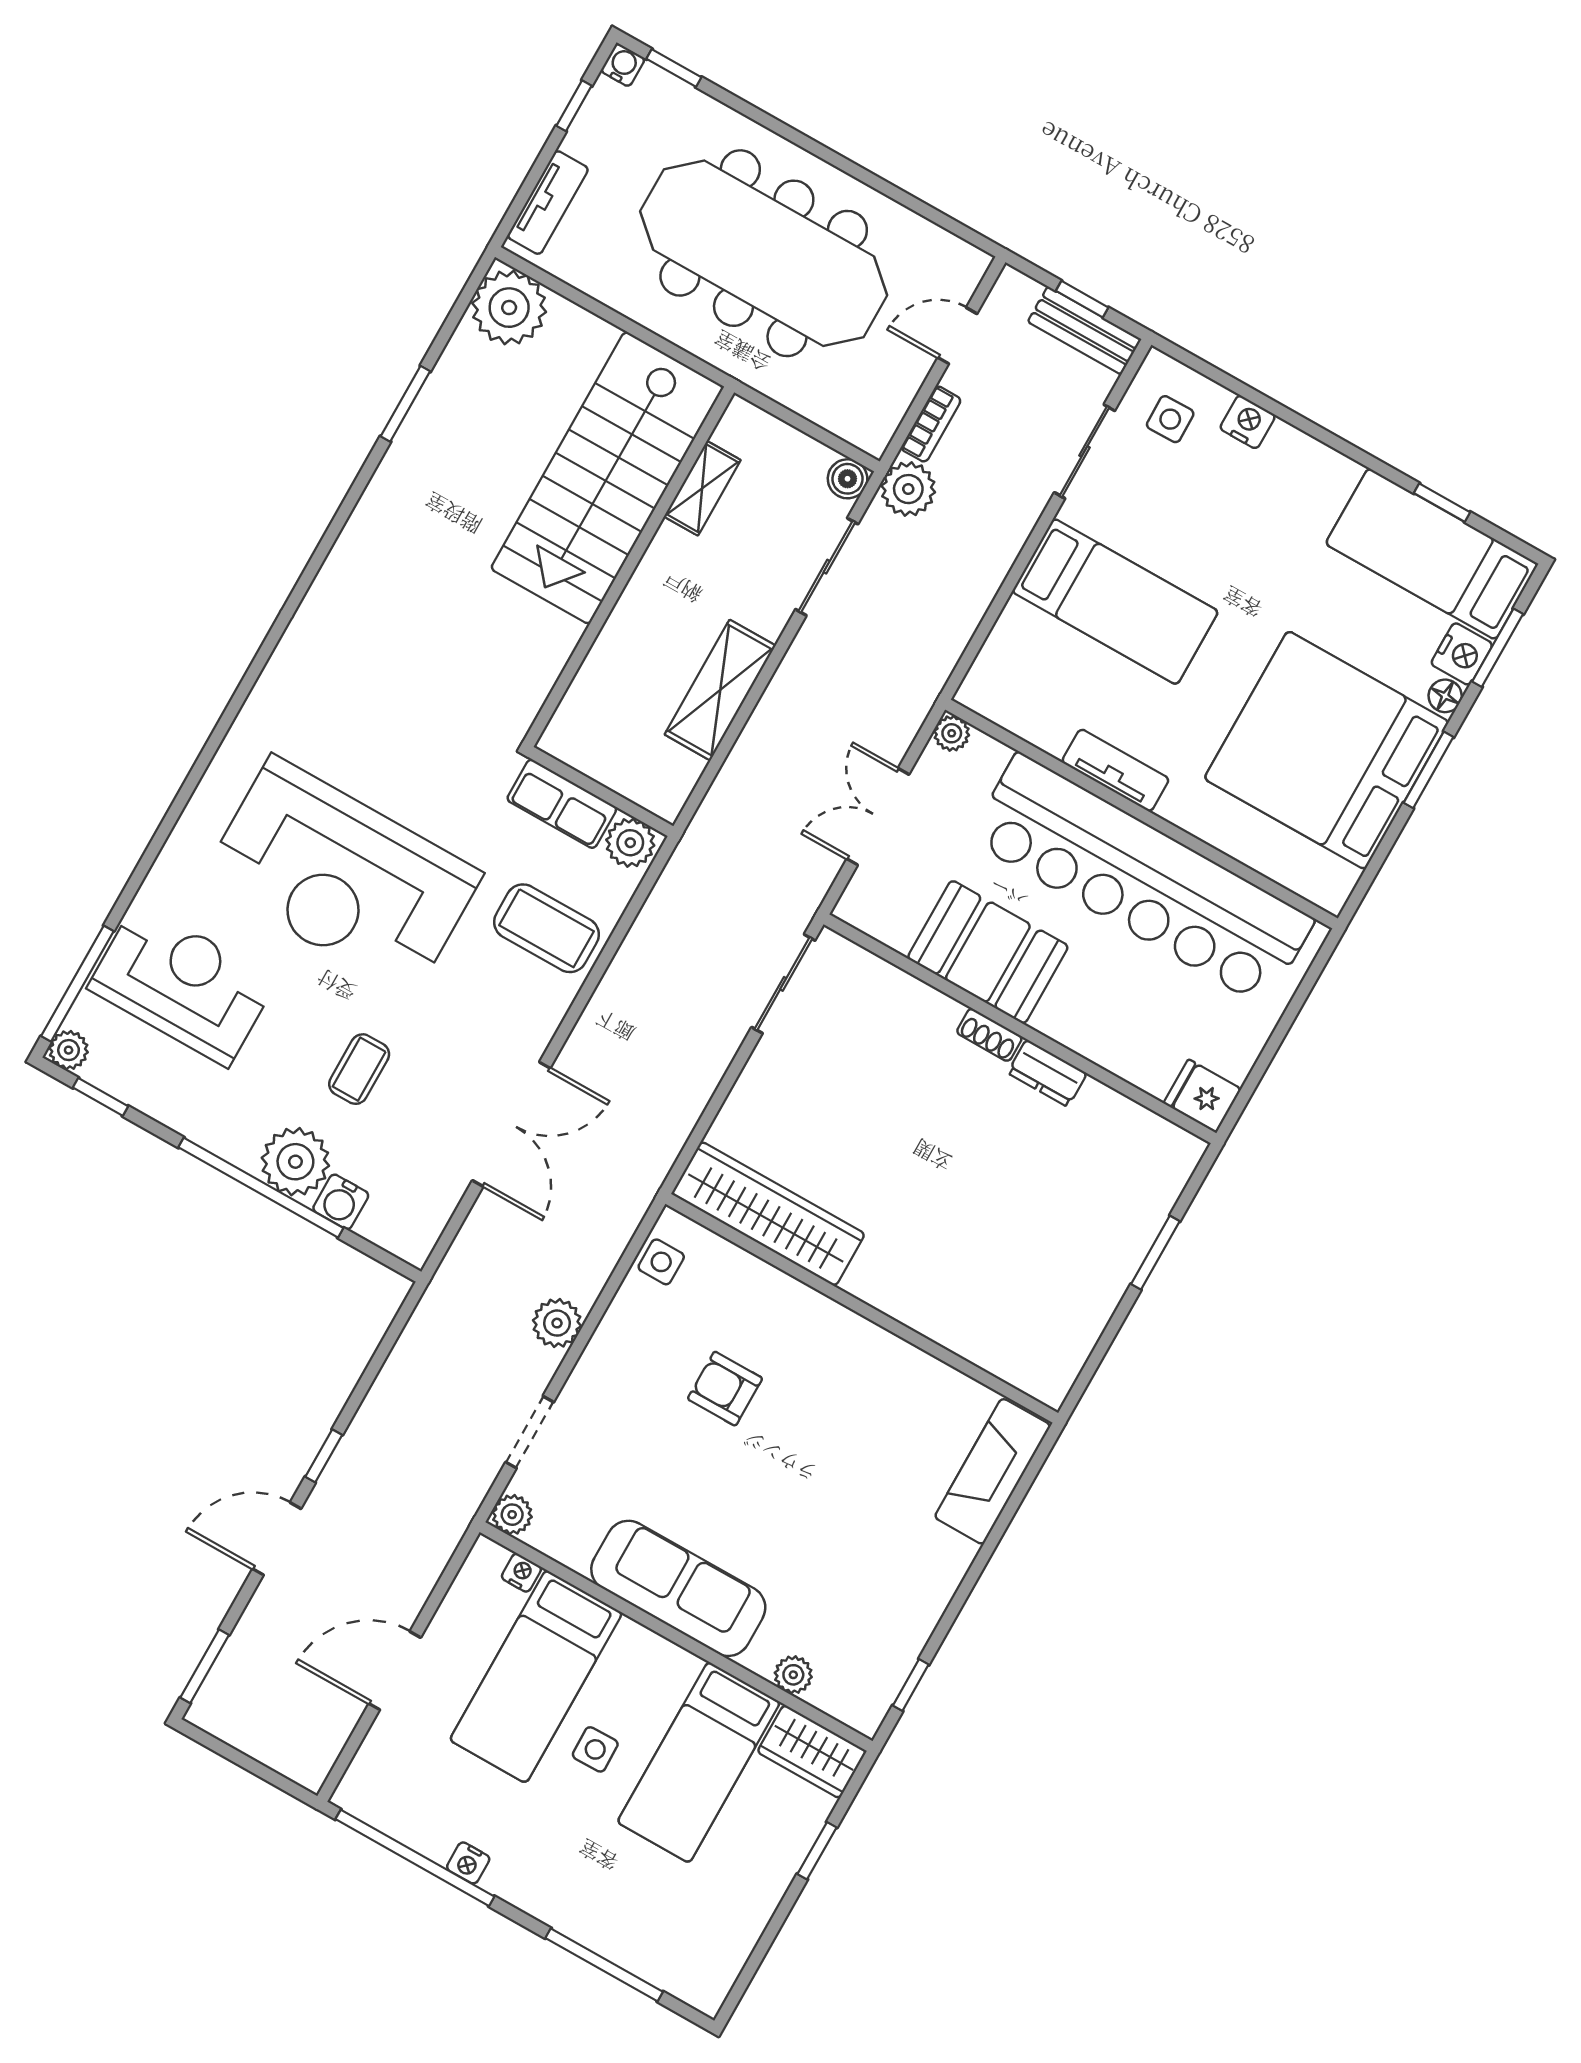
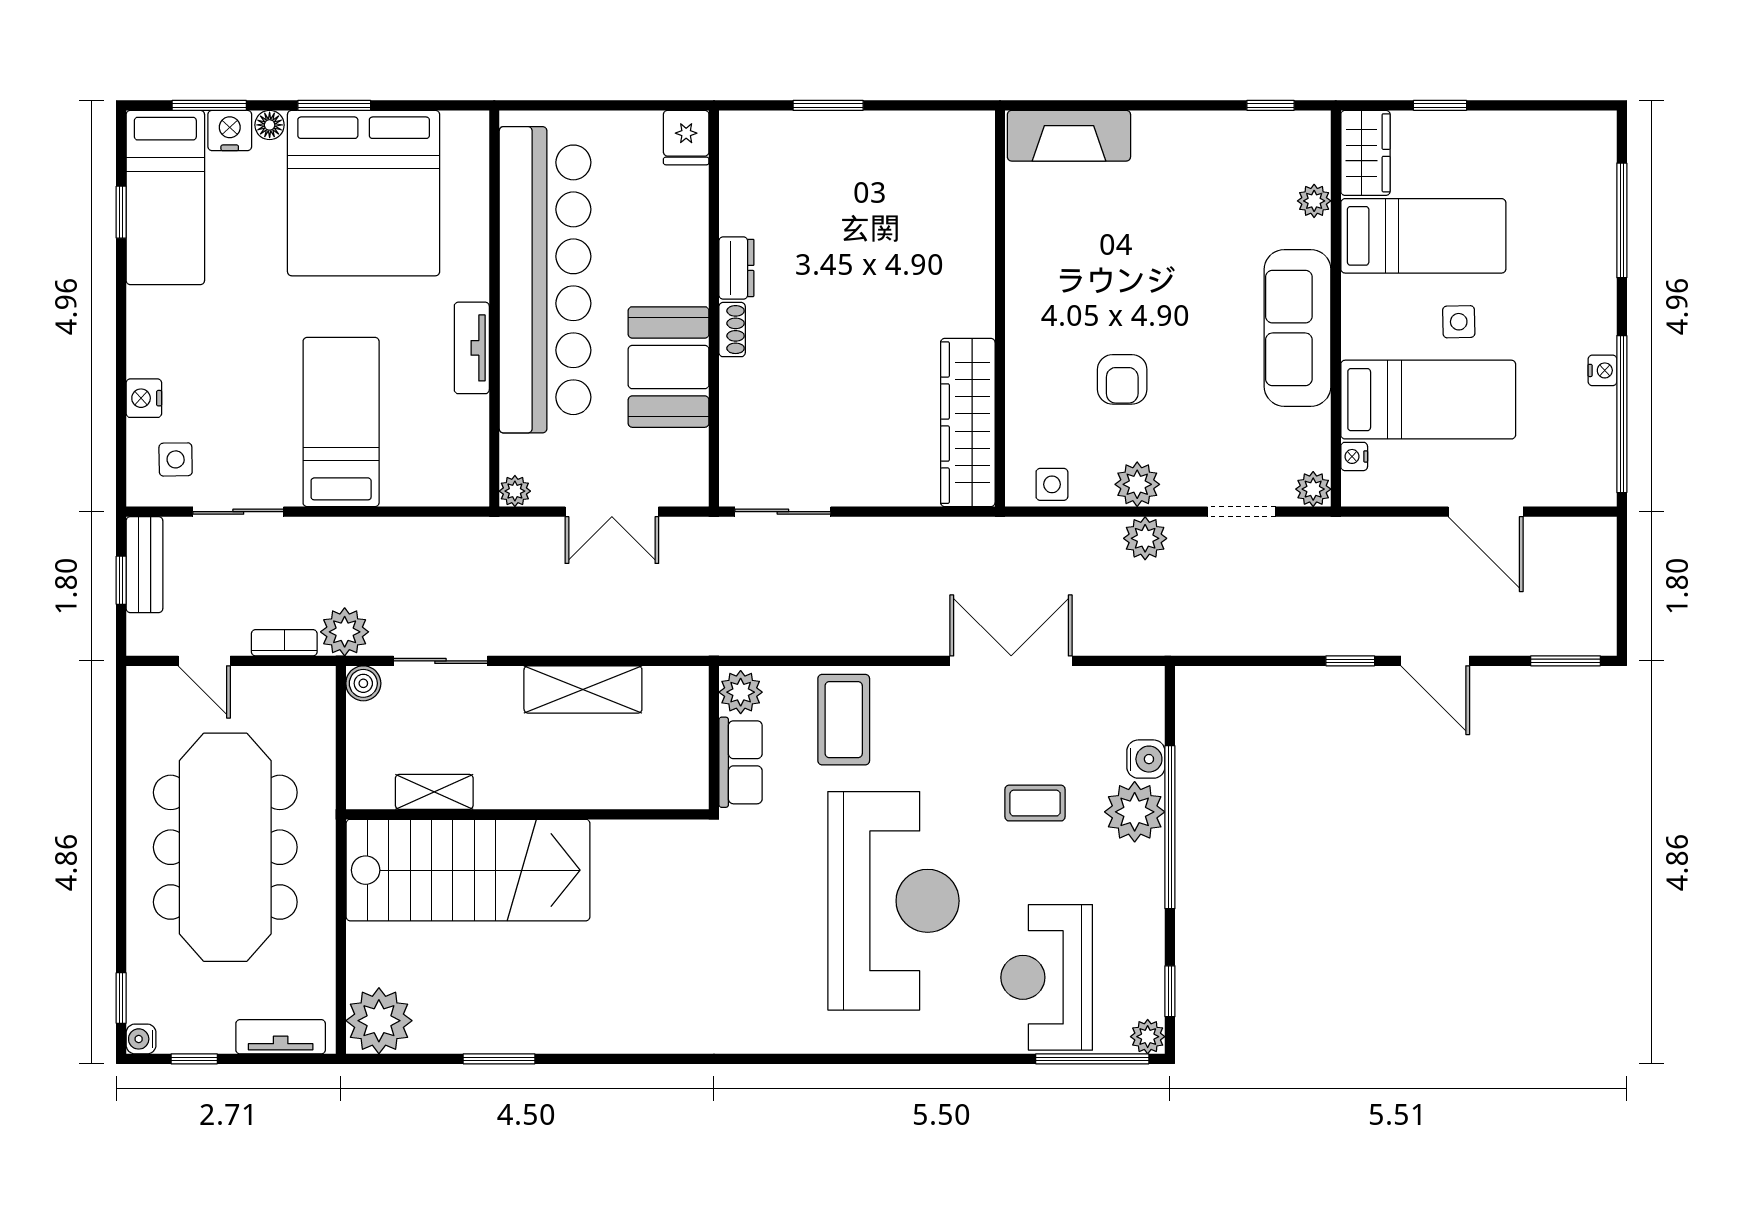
plant: (614, 1345) -> (1137, 484), added

